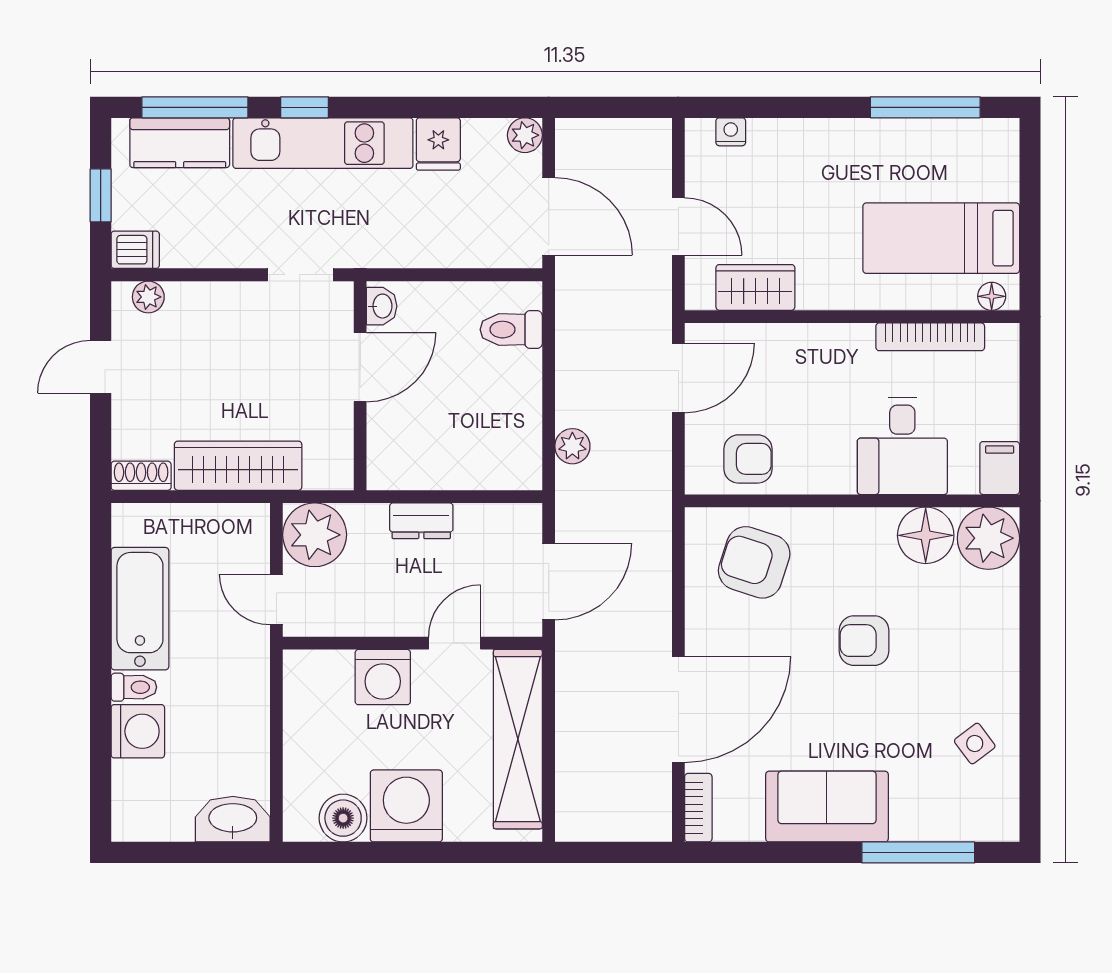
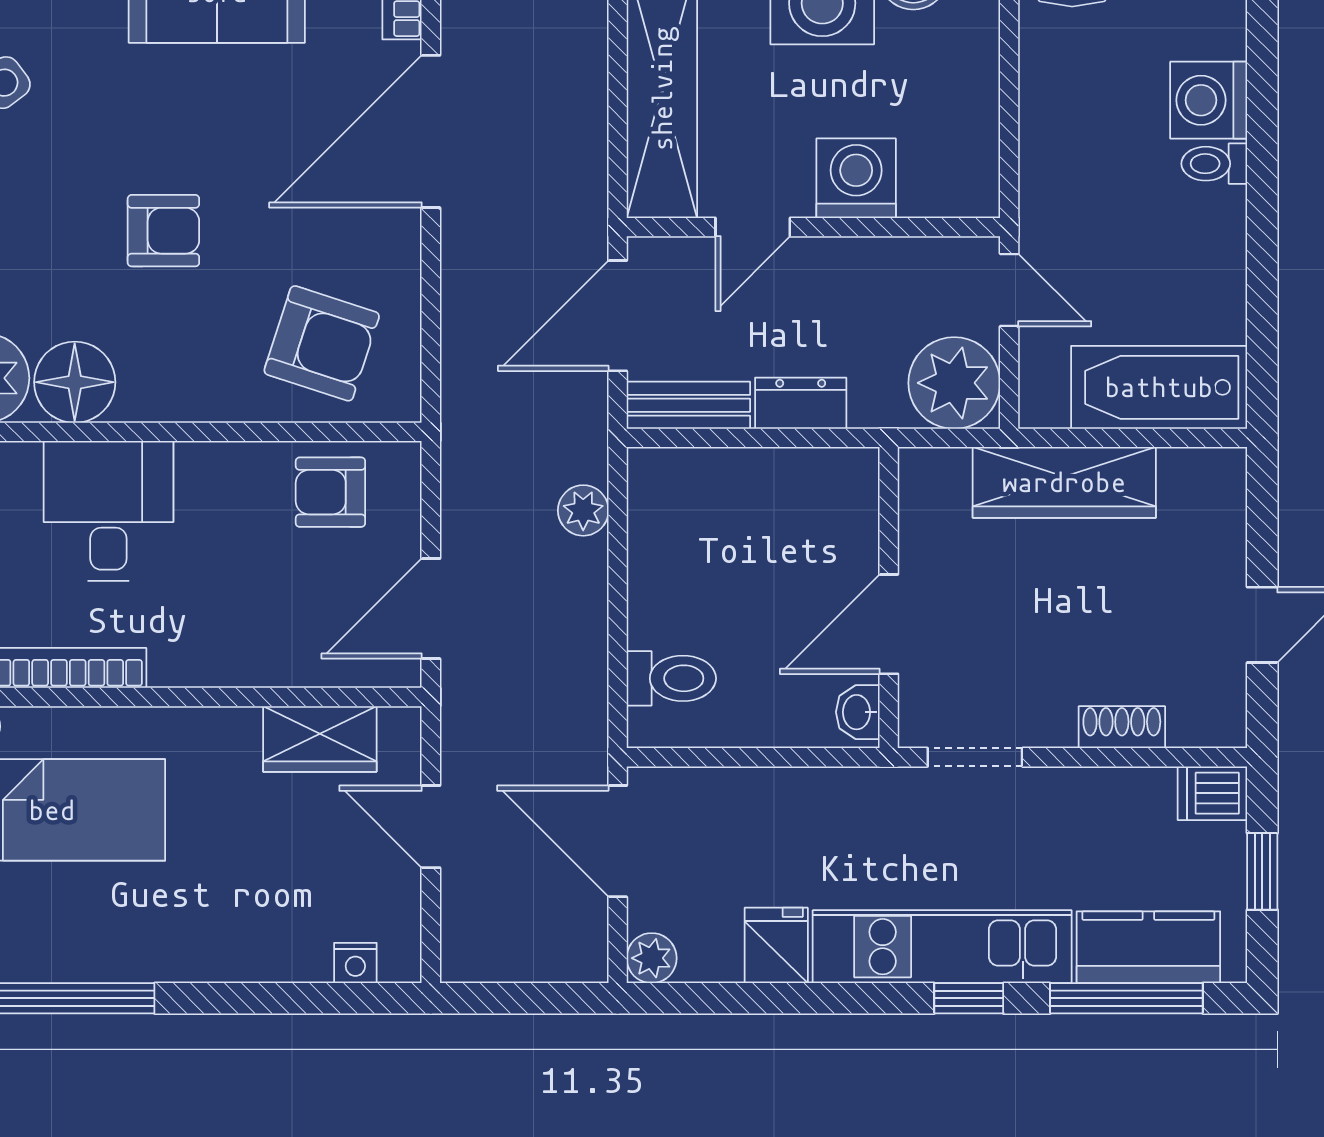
plant: (148, 297) -> (1194, 725), removed
shoe rack: (141, 476) -> (1122, 727), moved, turned 180
bench: (499, 519) -> (688, 405), added
bathtub: (140, 609) -> (1159, 387), moved, turned 90

